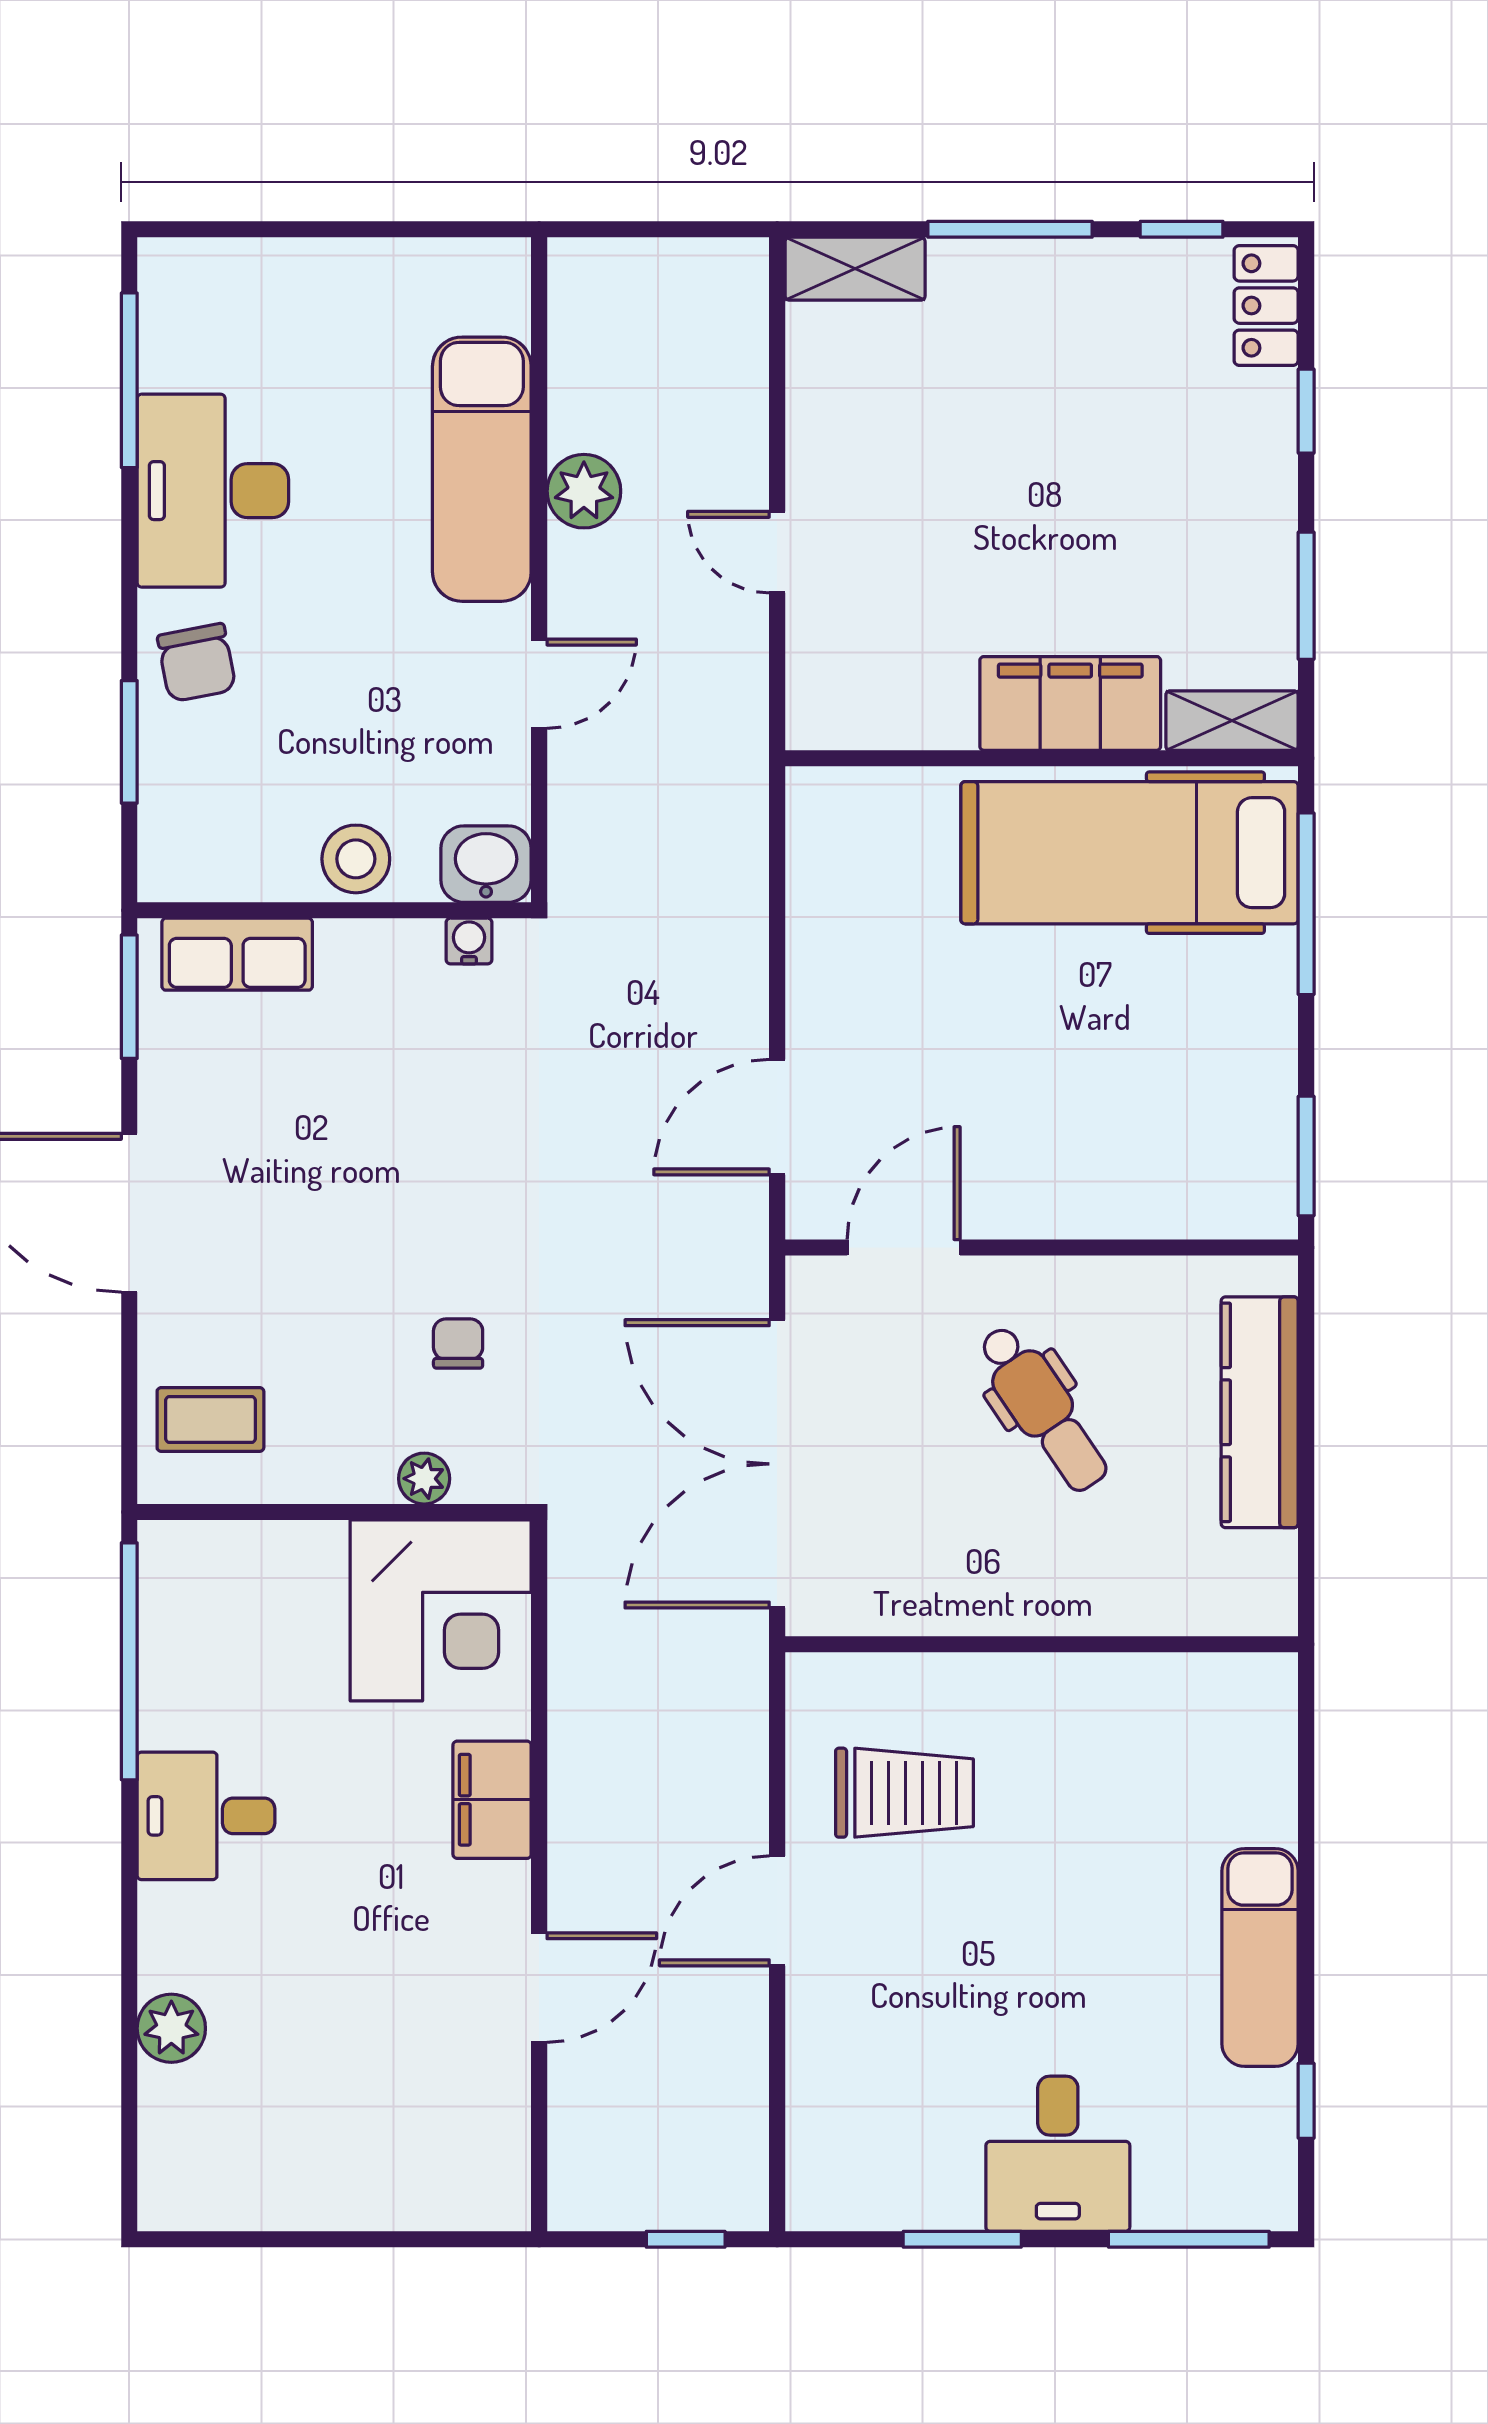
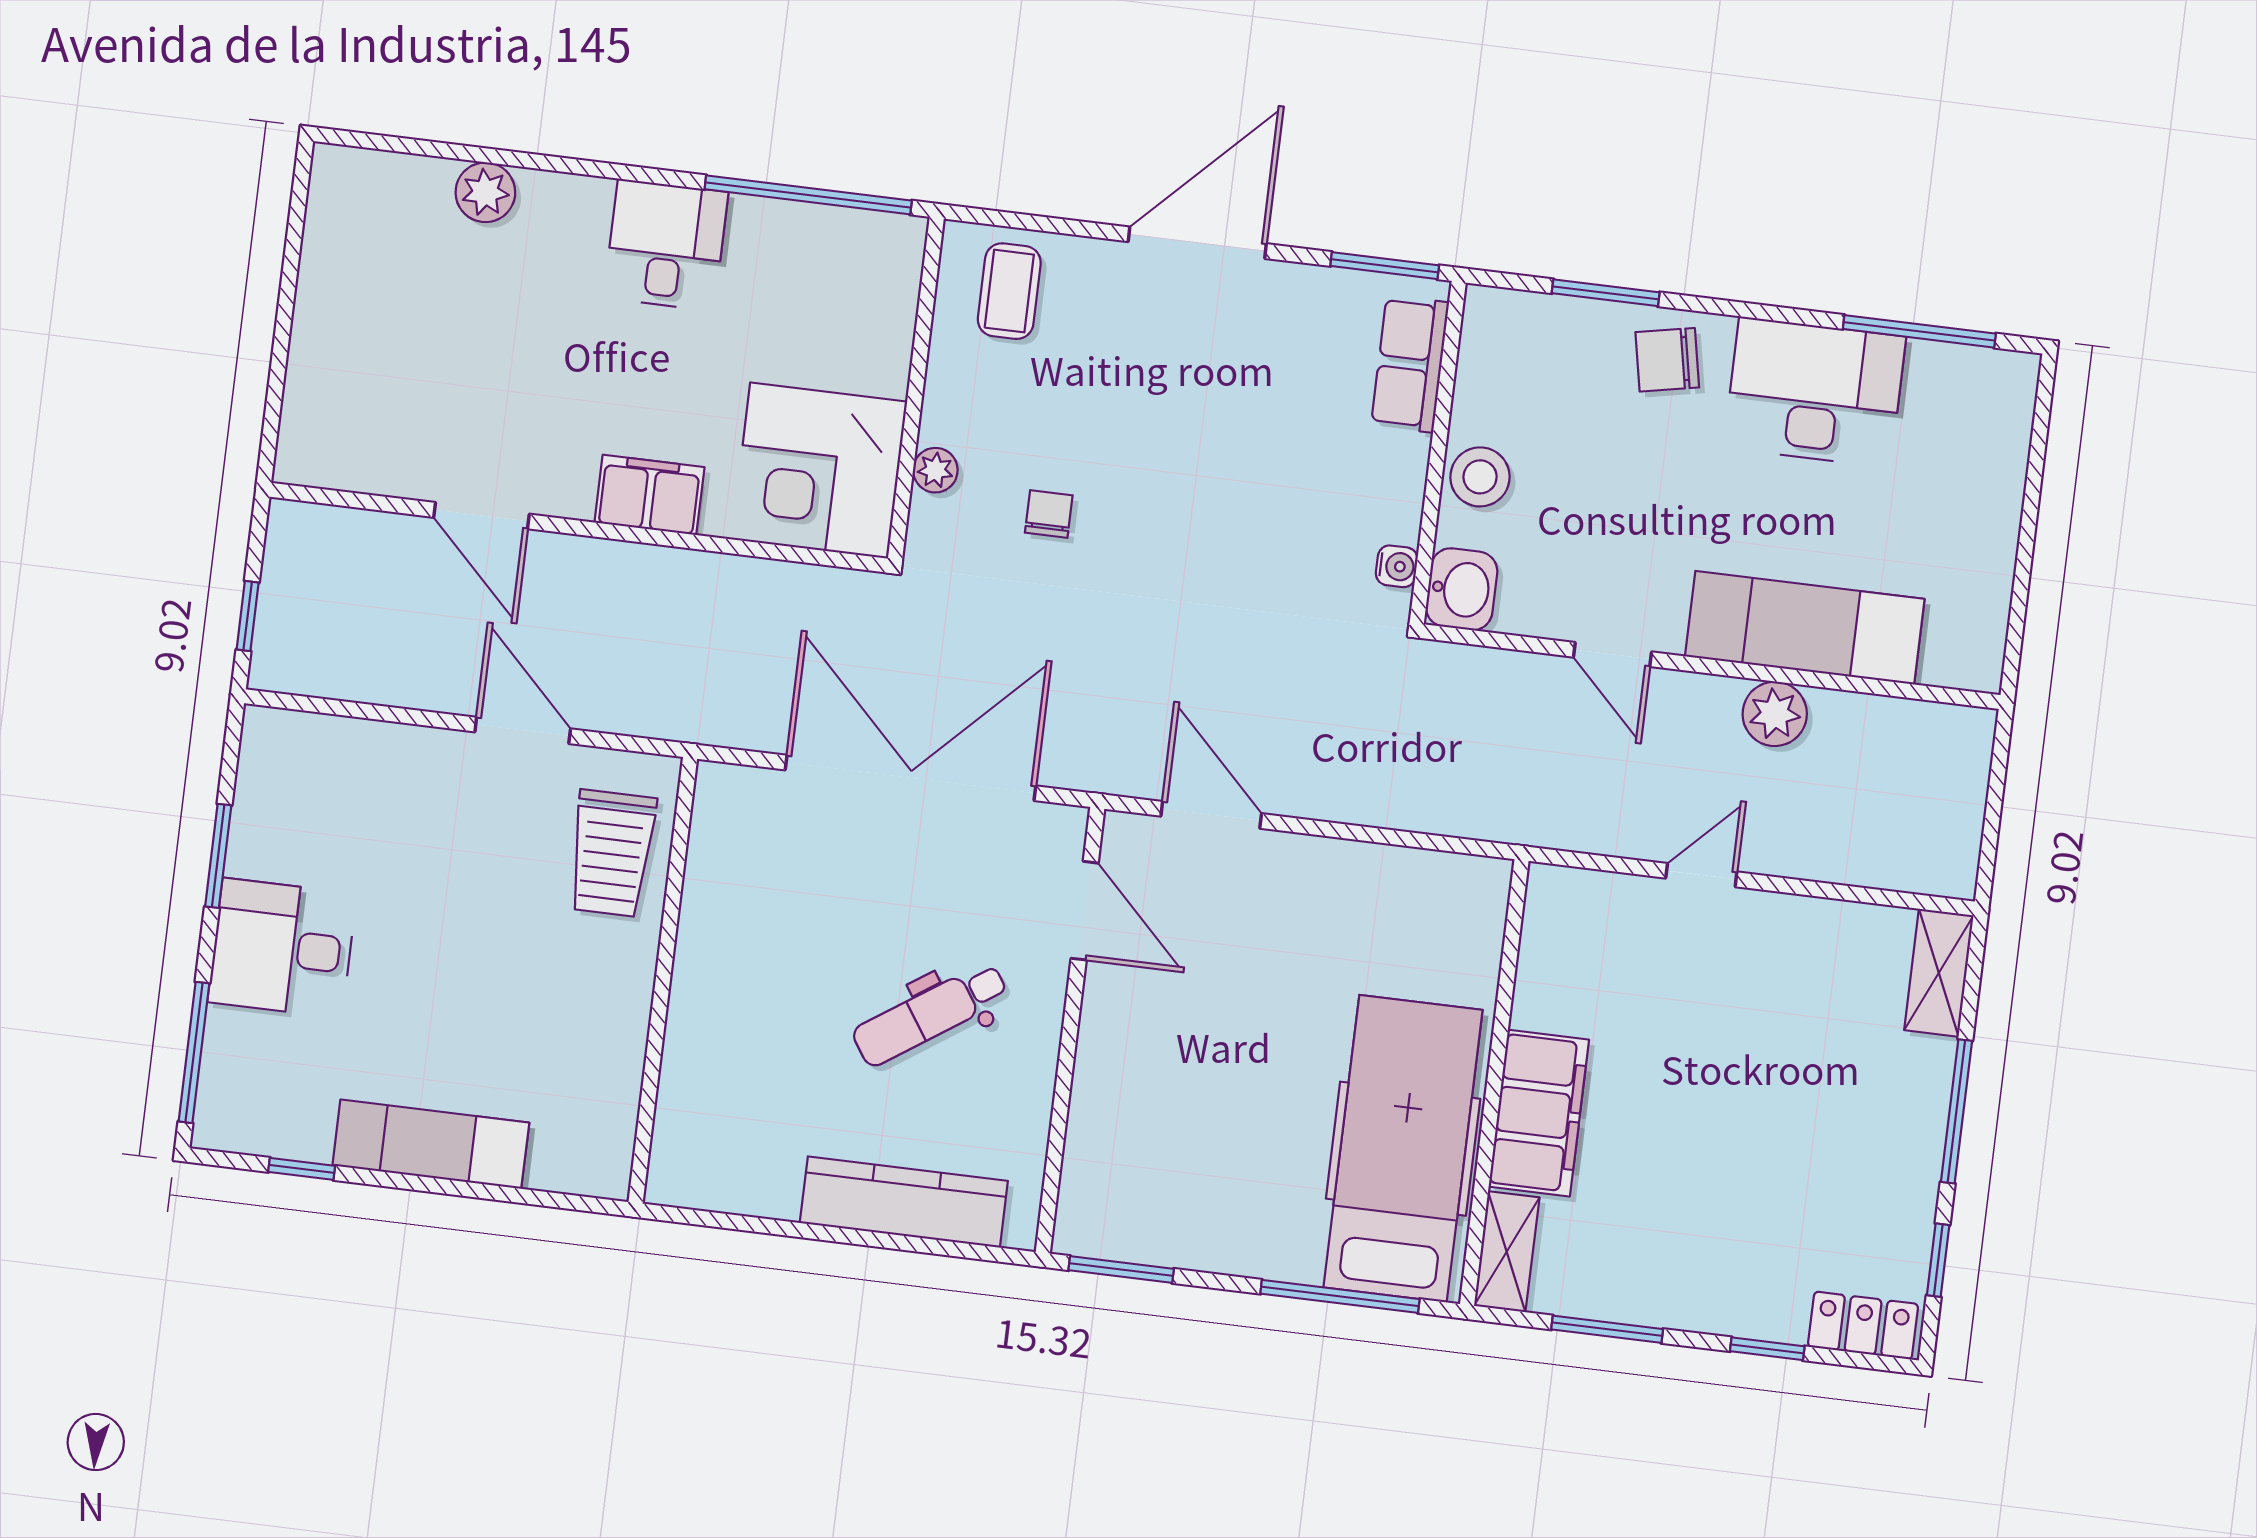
chair: (458, 1344) -> (1049, 514), turned -90
wall: (1042, 1644) -> (663, 980), moved

